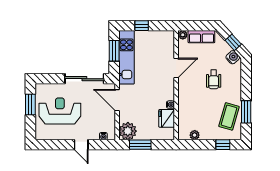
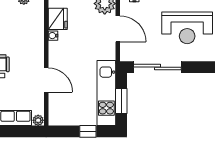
door: (176, 68) -> (46, 80), swing flipped
door: (117, 100) -> (118, 29), moved

